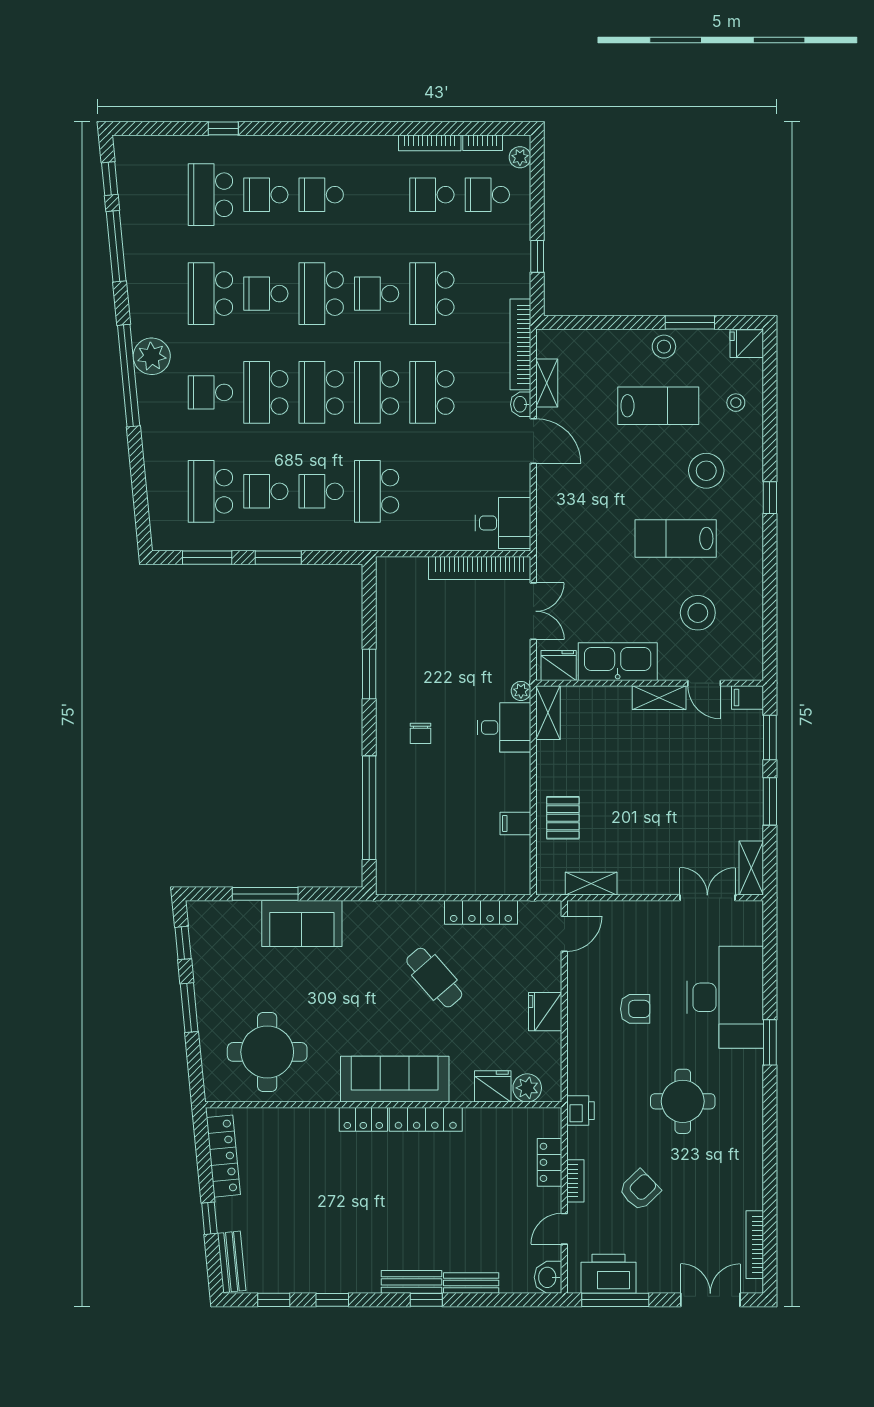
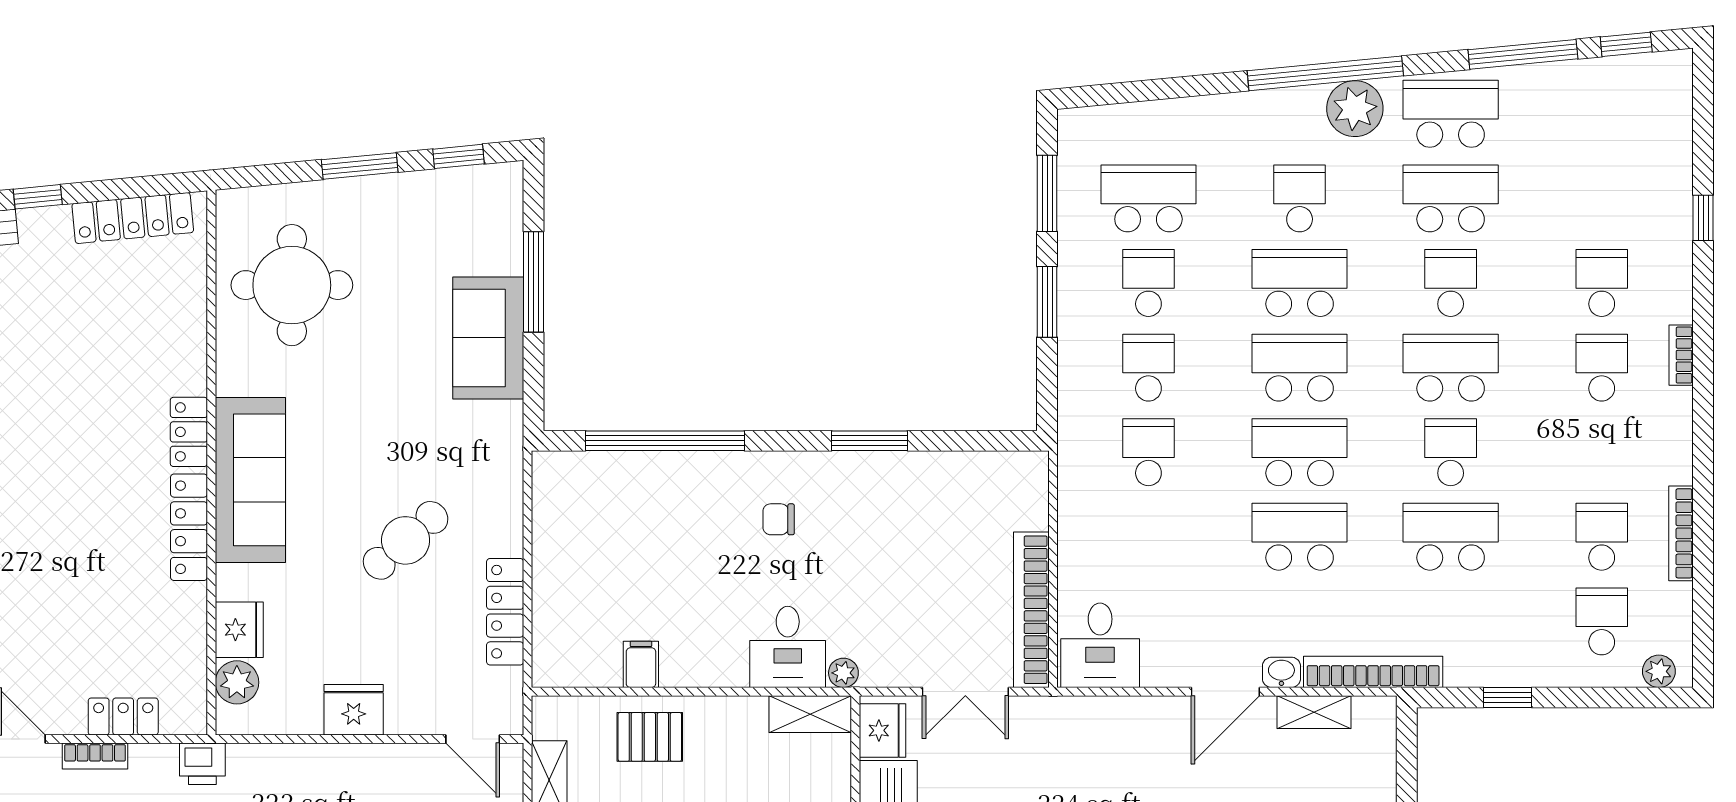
bookcase: (483, 143) -> (1681, 355), moved
school desk: (210, 195) -> (1451, 114), moved
school desk: (377, 491) -> (1148, 452), width x0.54

